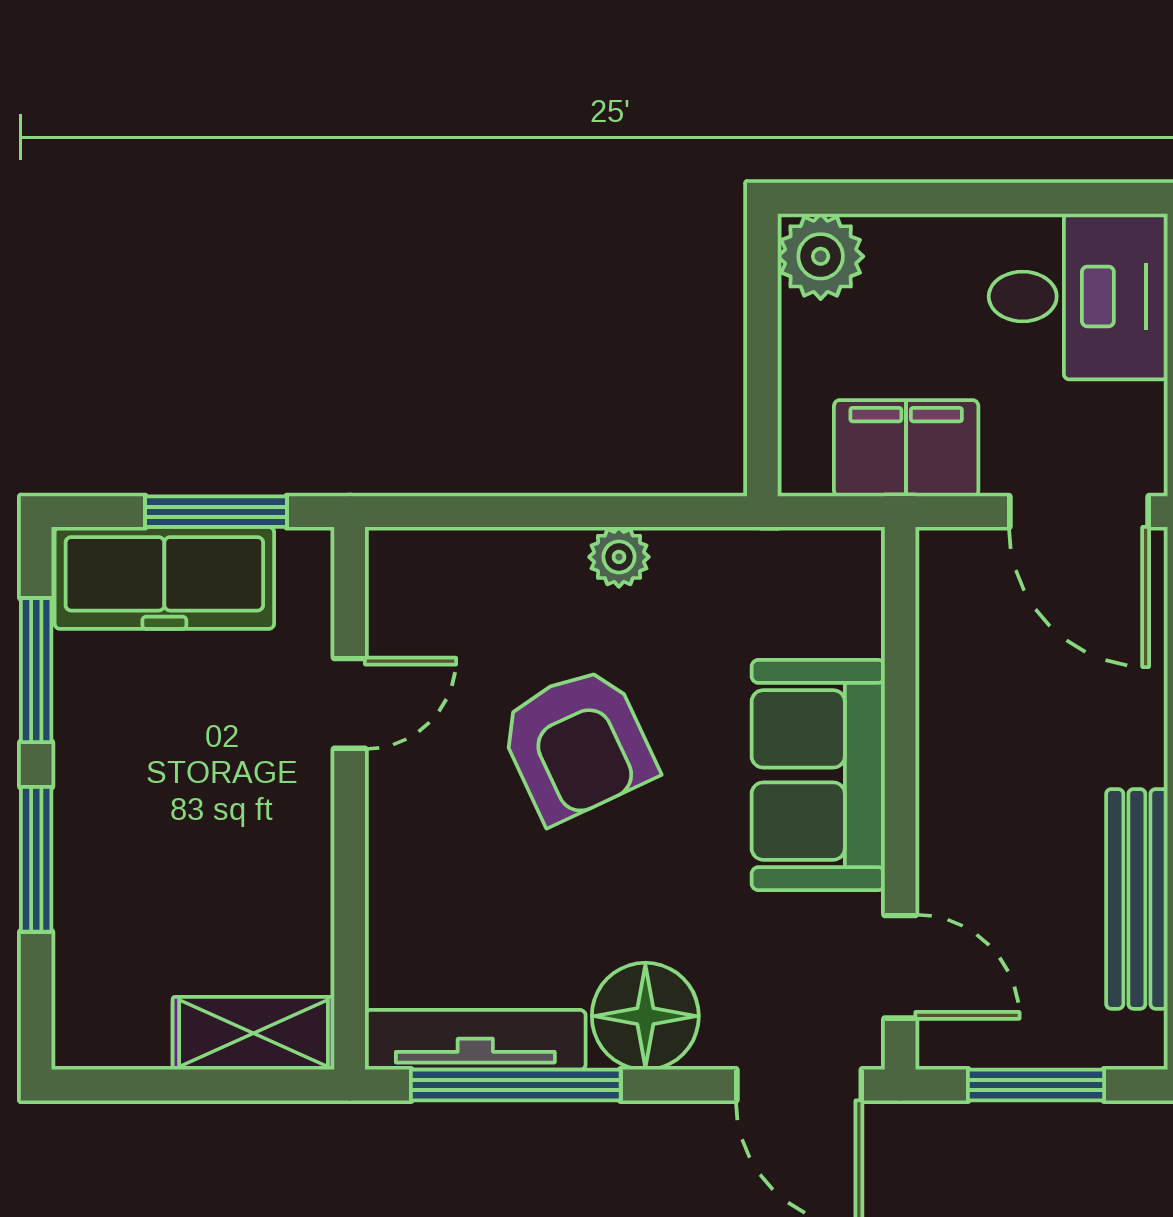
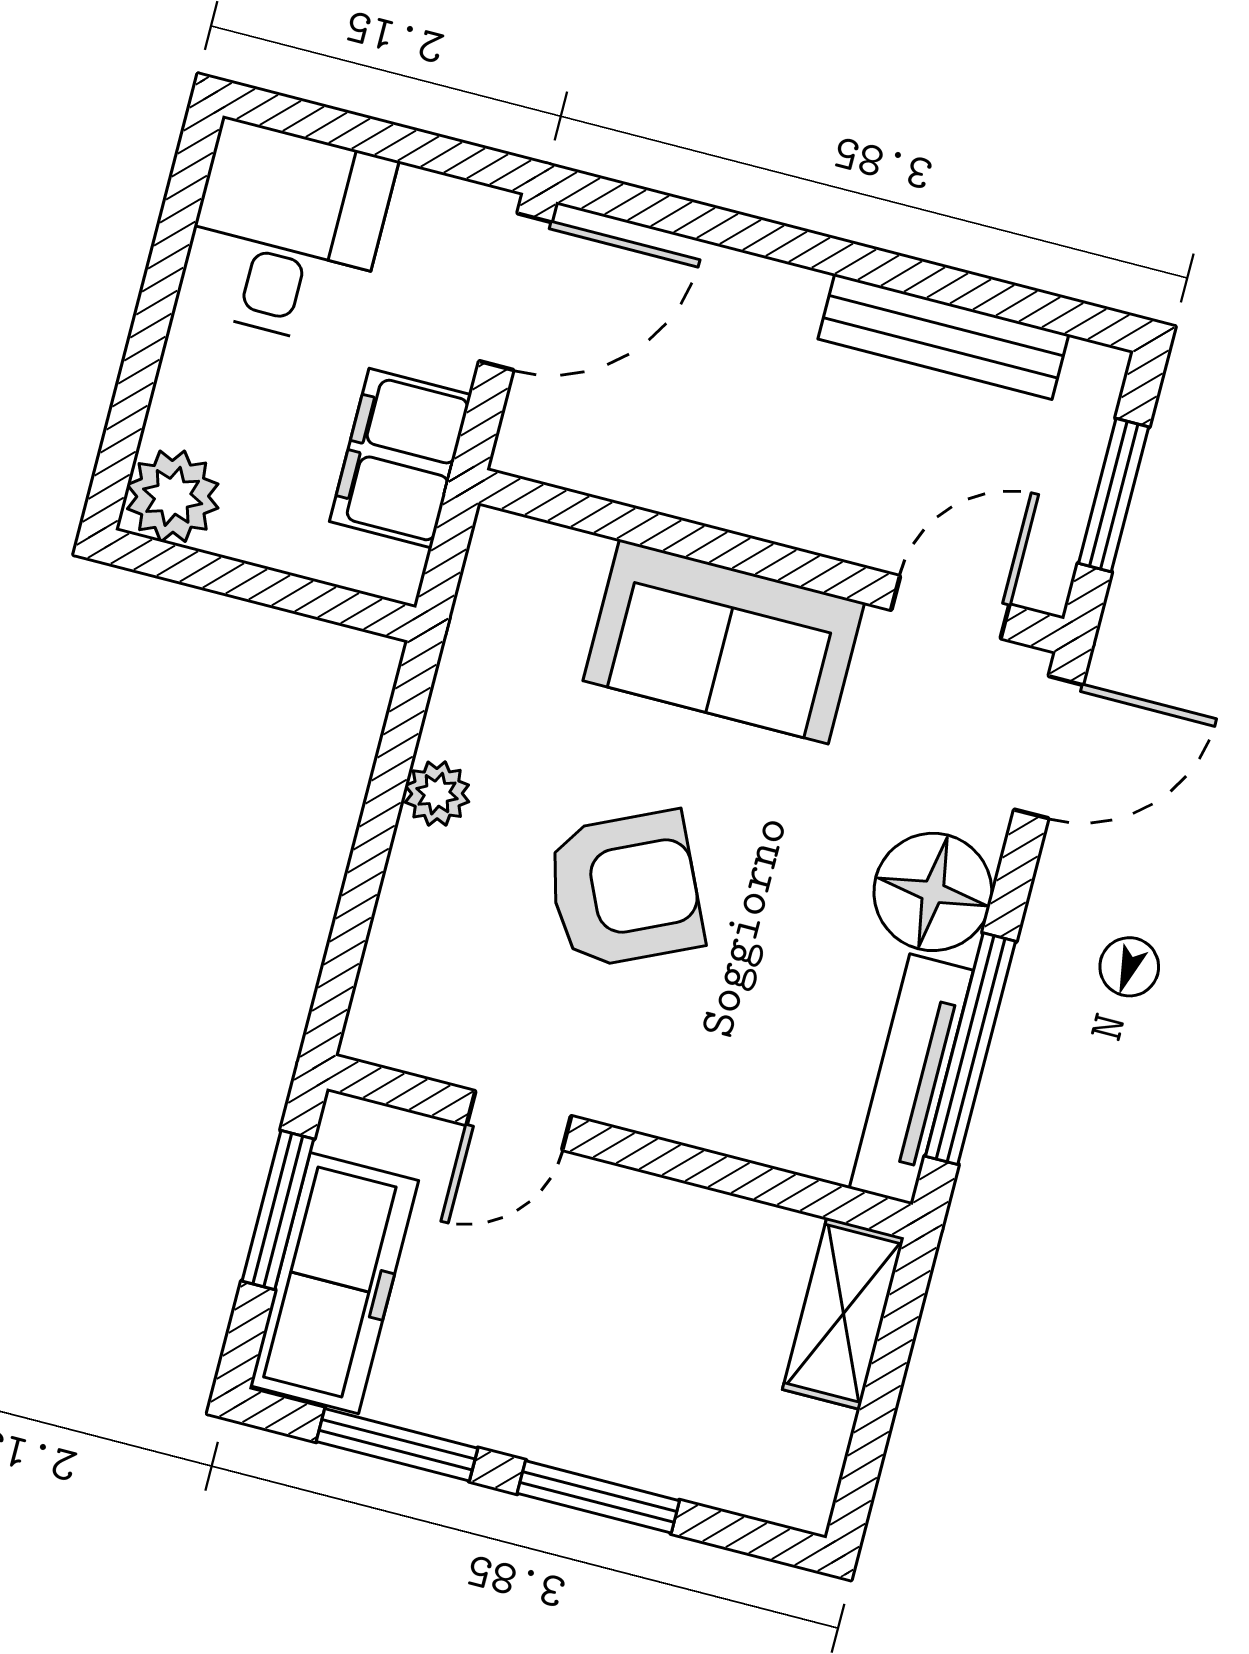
door: (350, 703) -> (519, 1120), swing flipped

